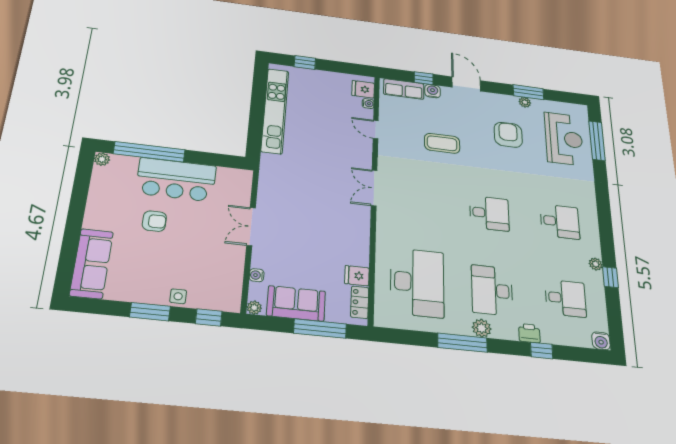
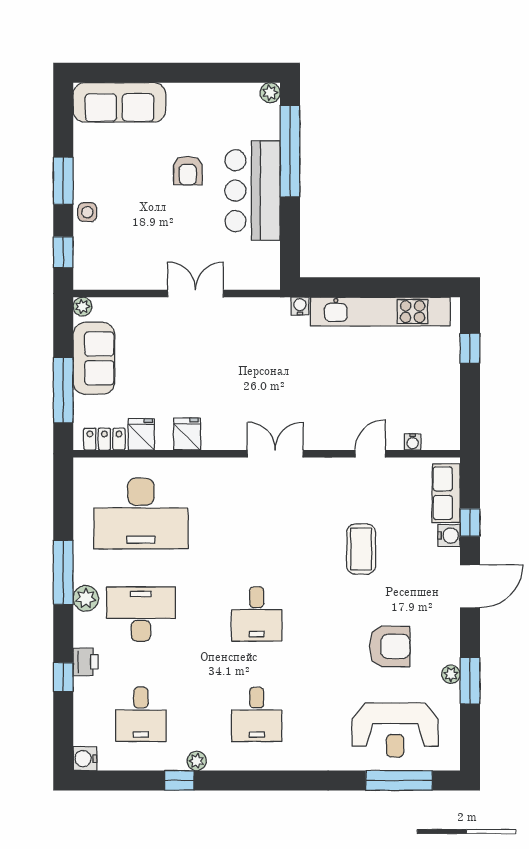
fridge: (363, 89) -> (187, 434), moved
water cooler: (257, 275) -> (300, 306), moved

